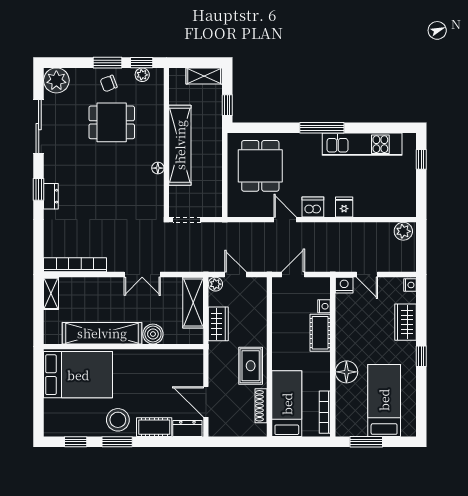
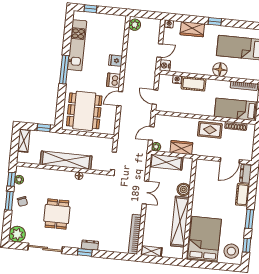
dining table: (112, 122) -> (57, 214), moved
dining table: (260, 166) -> (84, 111), width x1.37
stool: (118, 420) -> (231, 251), moved

